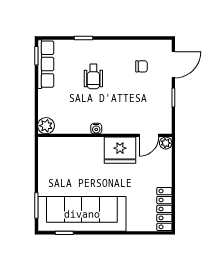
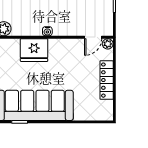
fridge: (120, 150) -> (34, 50), moved
locker: (164, 209) -> (107, 80), moved

